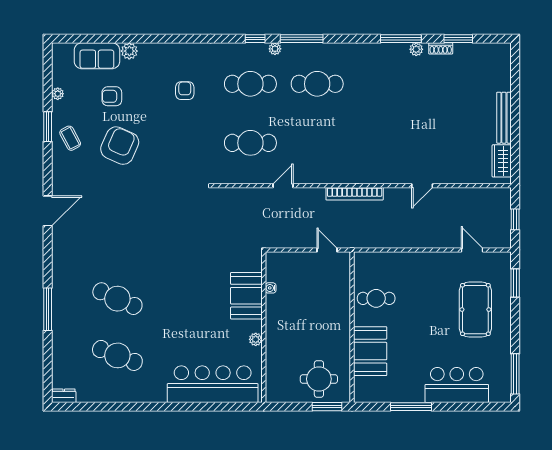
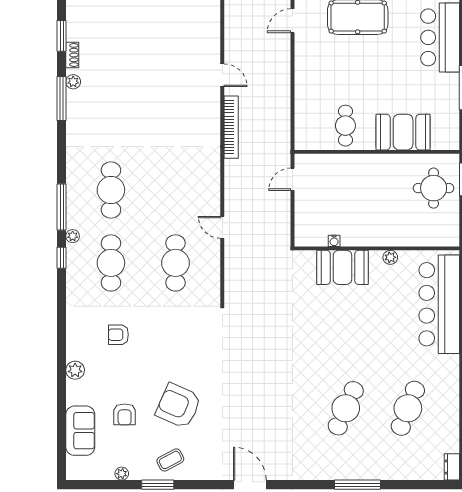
plant: (129, 51) -> (75, 370), moved
bookcase: (355, 194) -> (231, 127), moved

